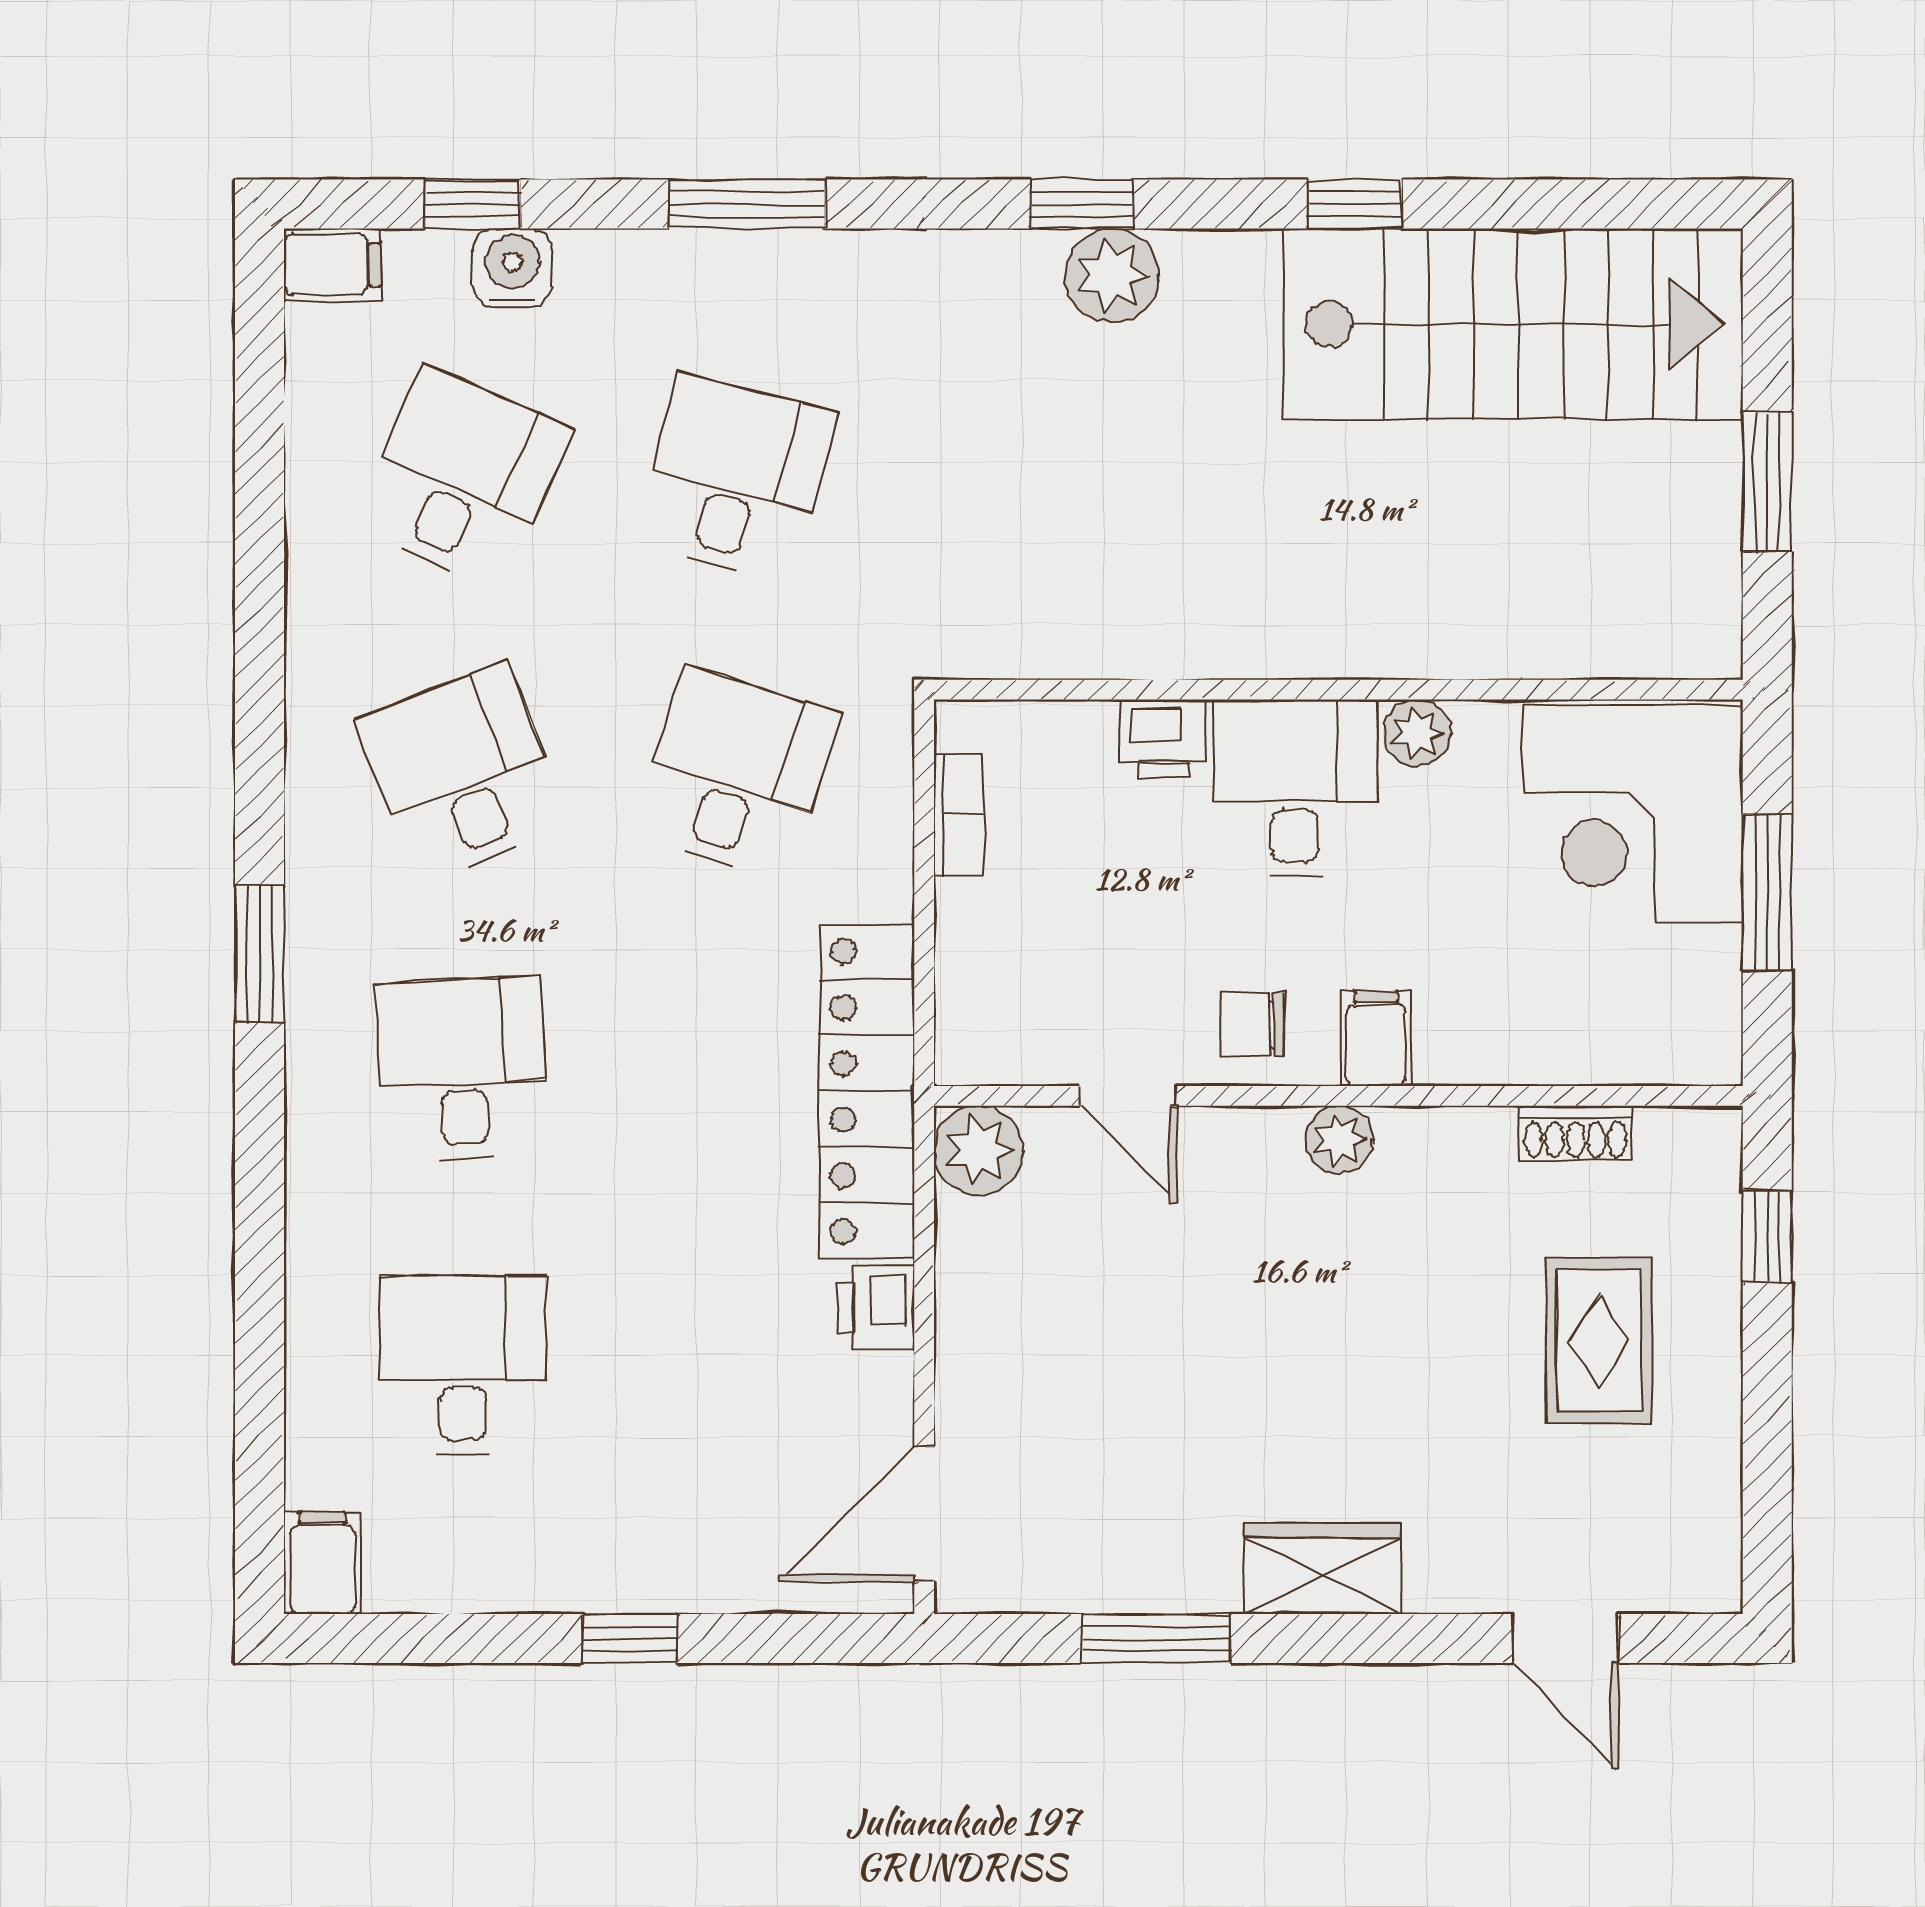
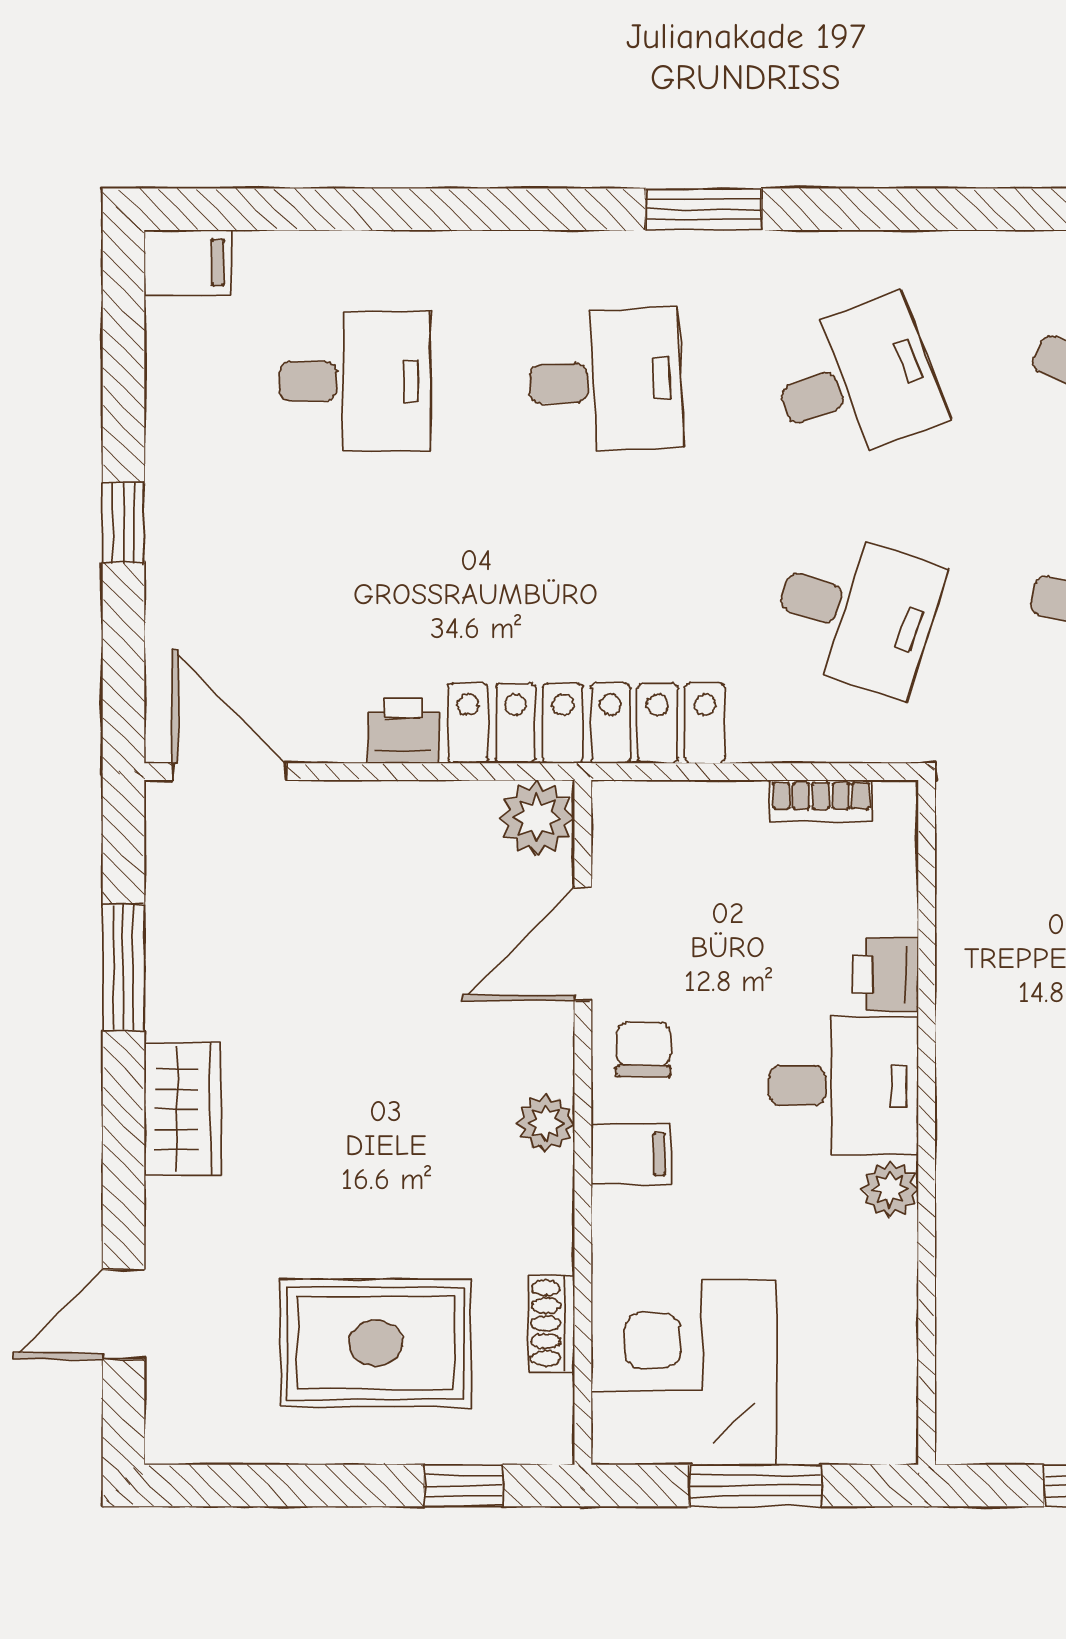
corner desk: (1633, 814) -> (684, 1372), moved
door: (1128, 1096) -> (583, 944), width x1.38
rug: (1599, 1340) -> (376, 1343), width x1.36, depth x1.43

